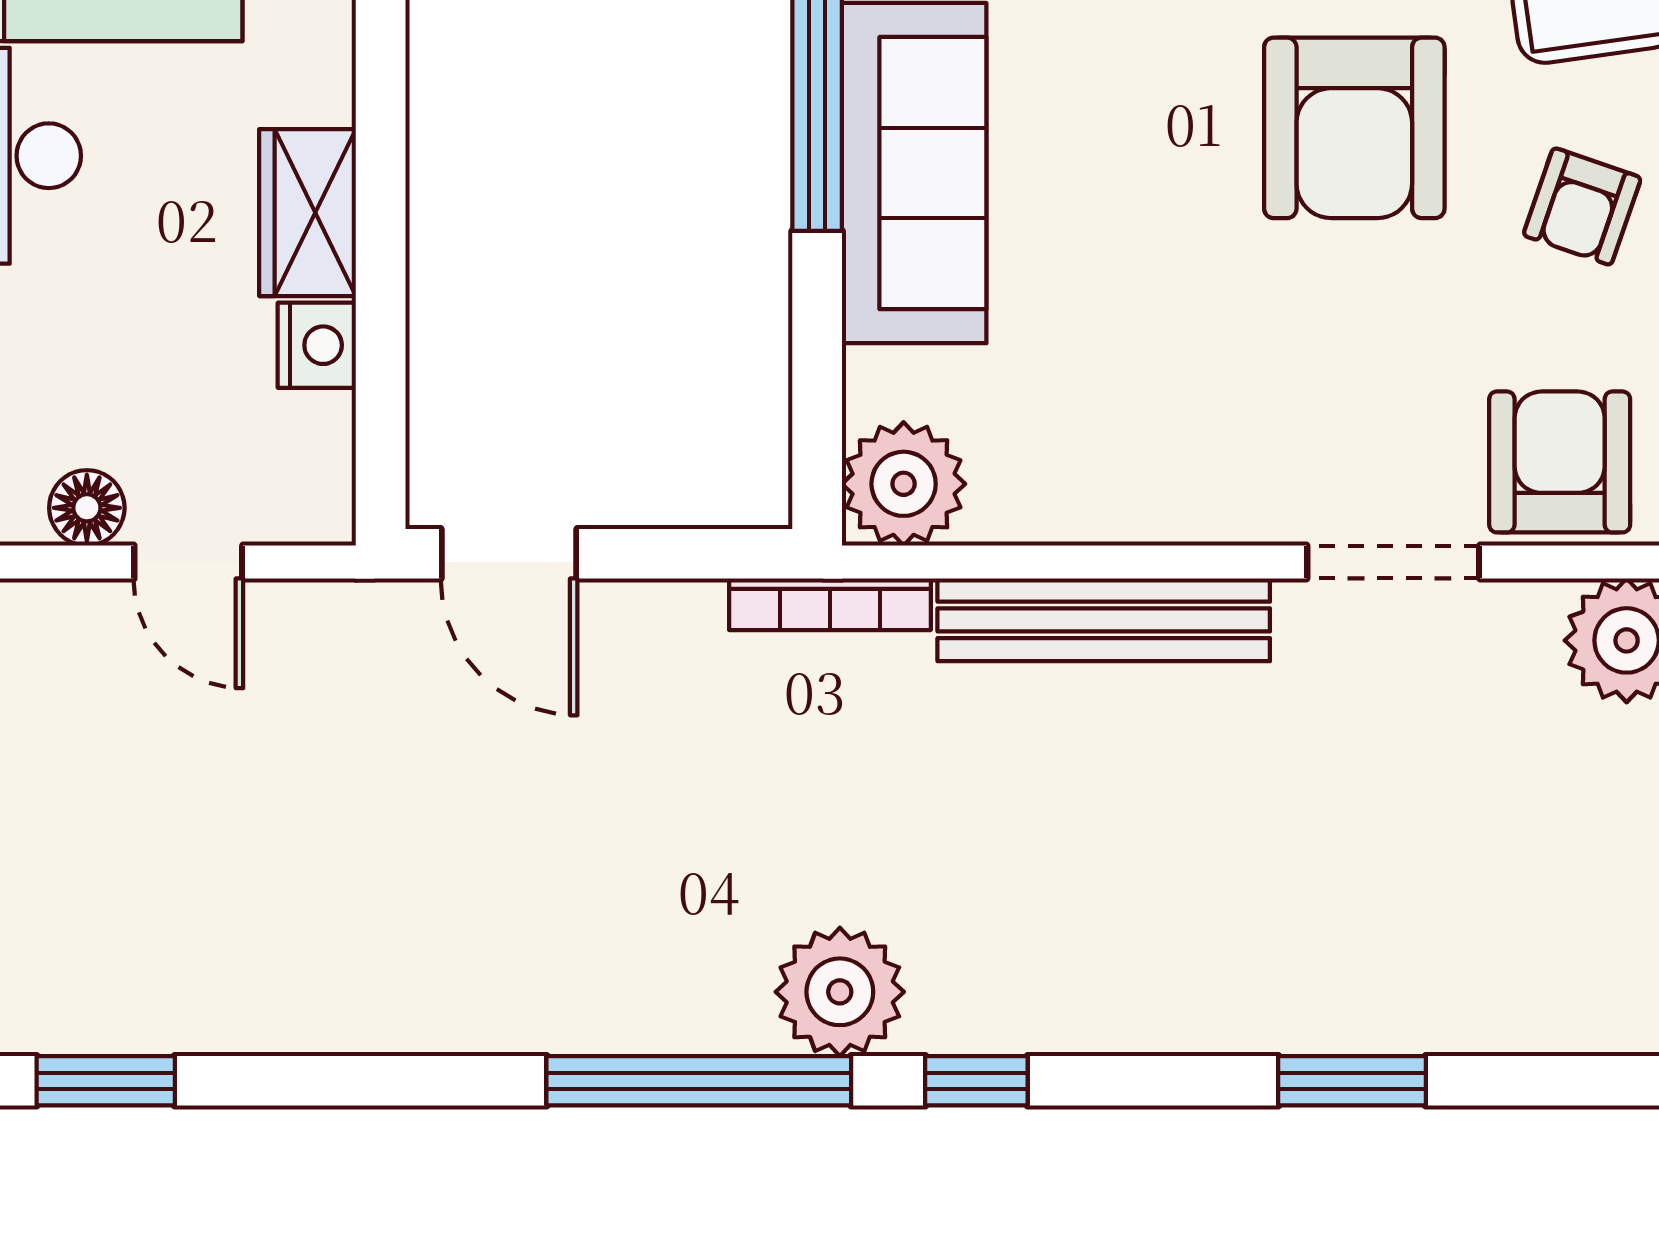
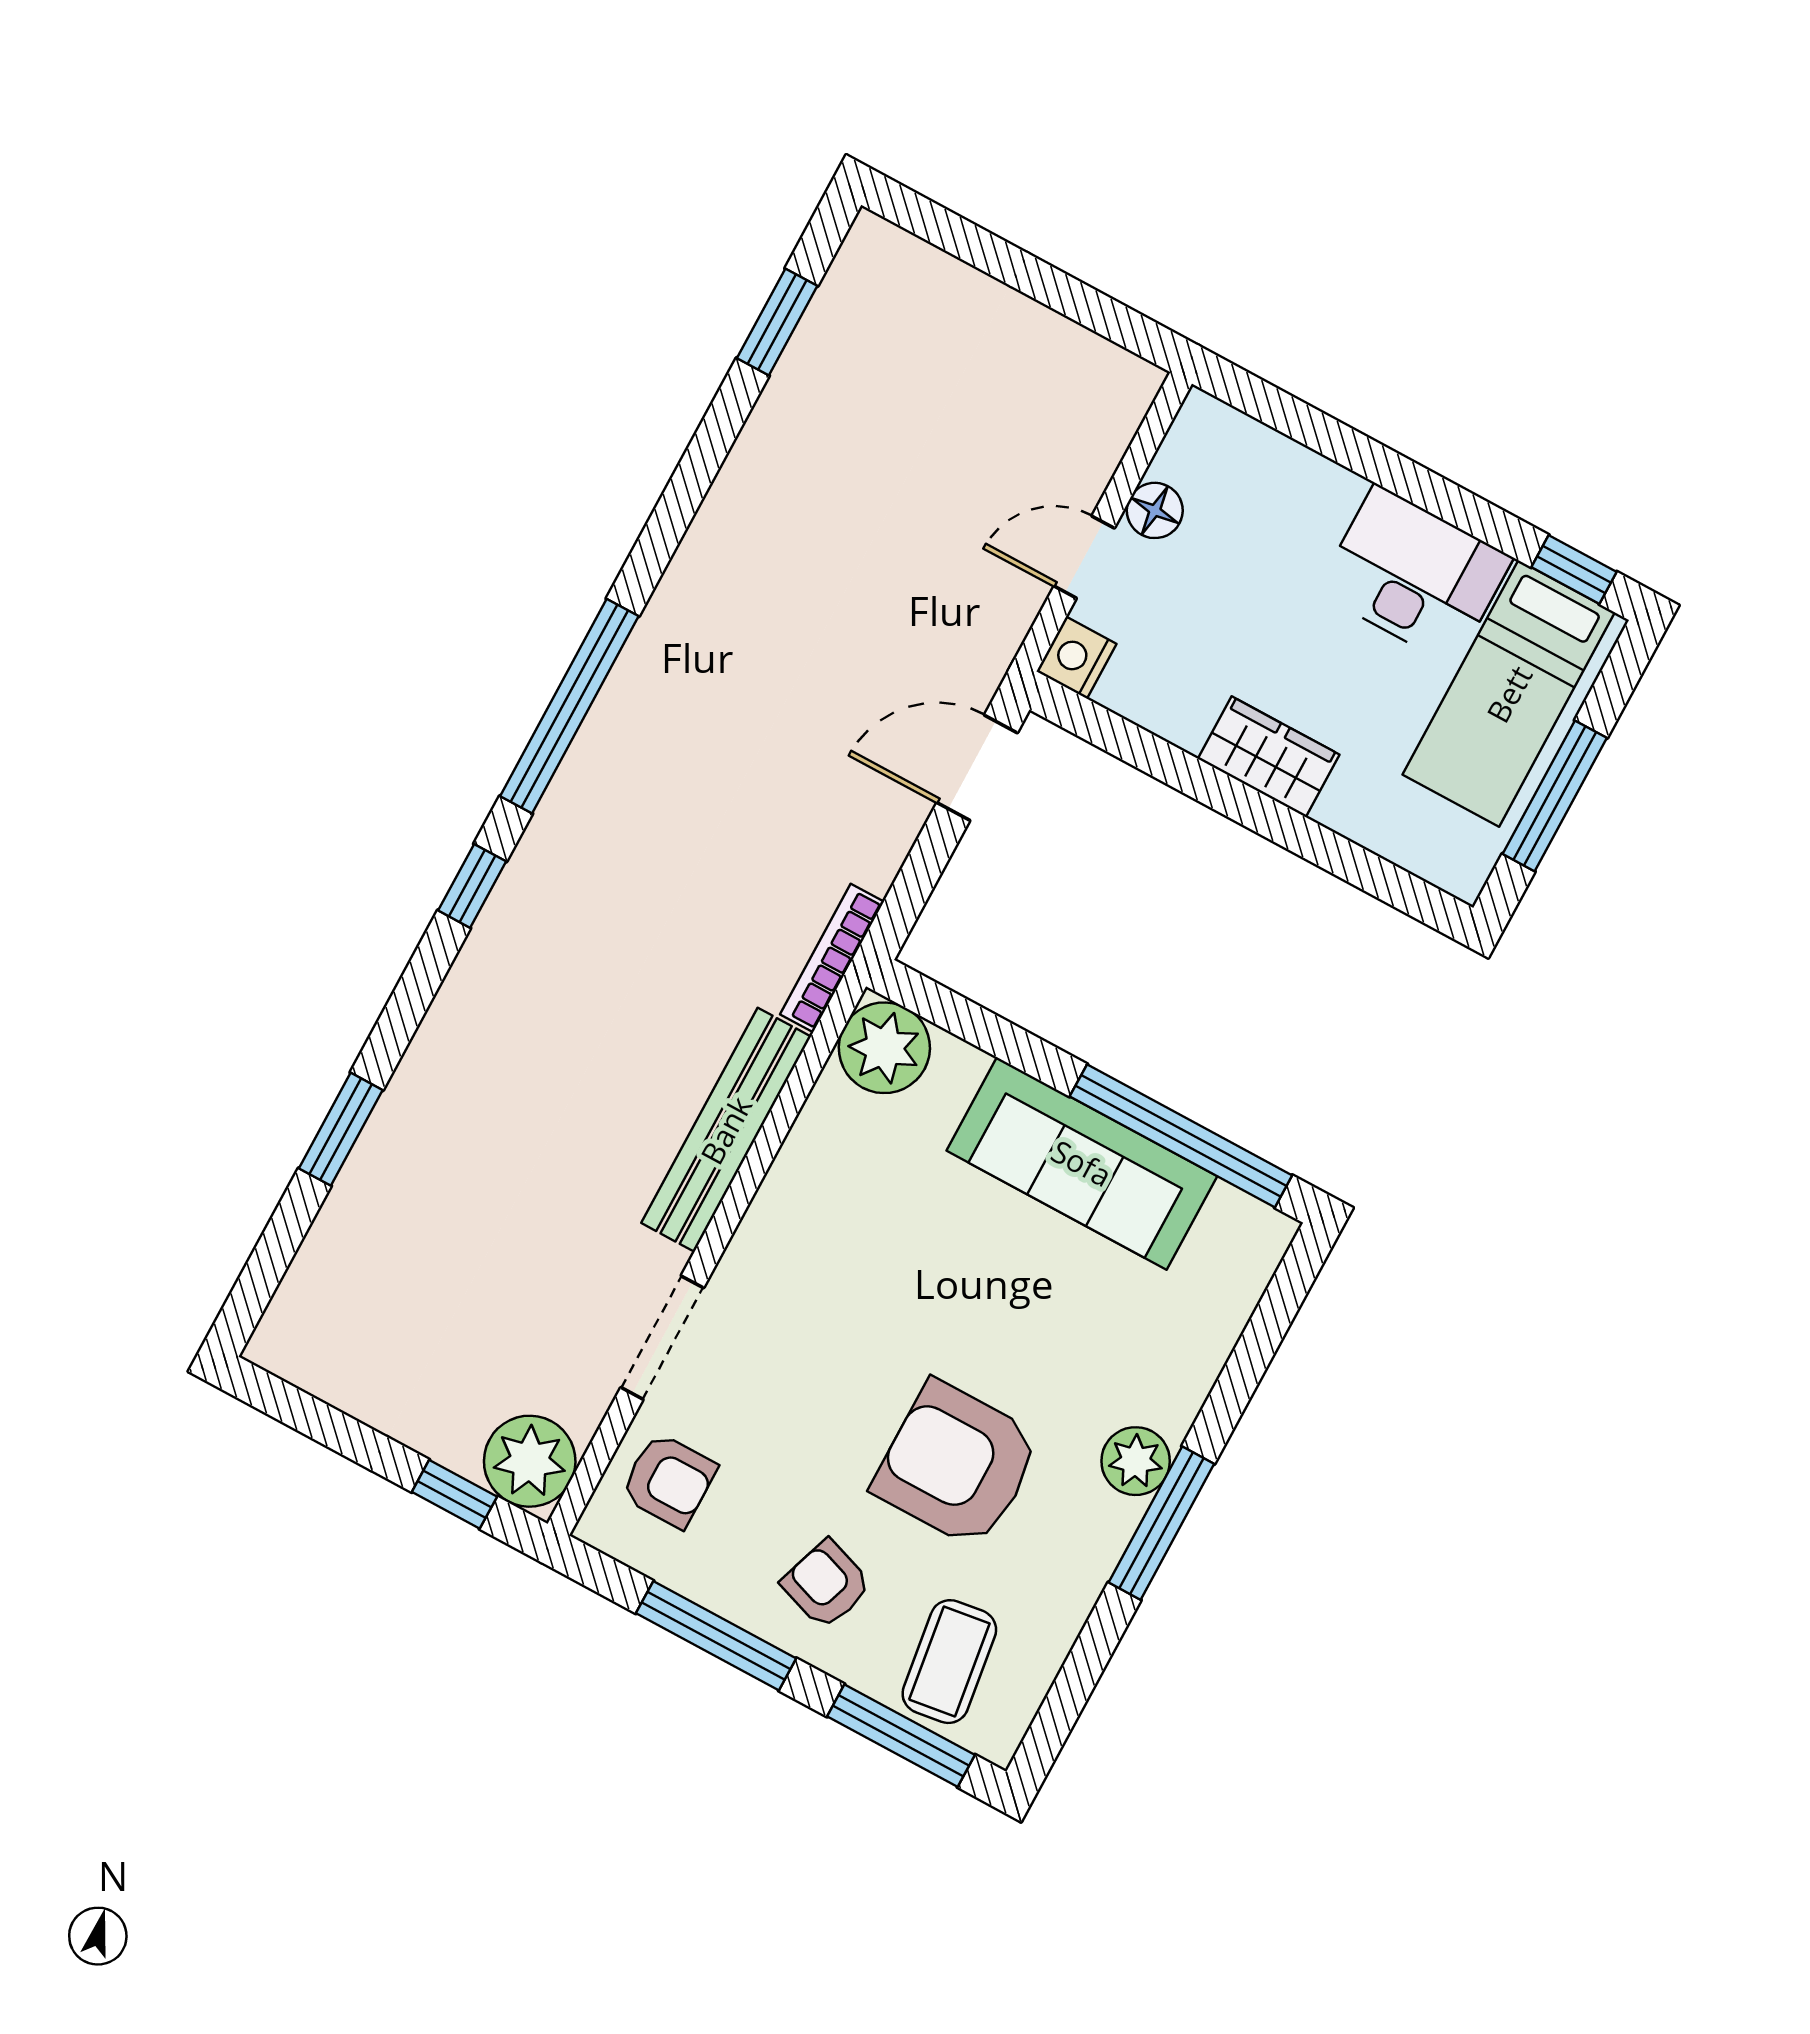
nightstand: (317, 345) -> (1076, 658), moved, turned 90
armchair: (1560, 462) -> (669, 1480), width x0.72, depth x0.72
plant: (840, 992) -> (578, 829), removed

